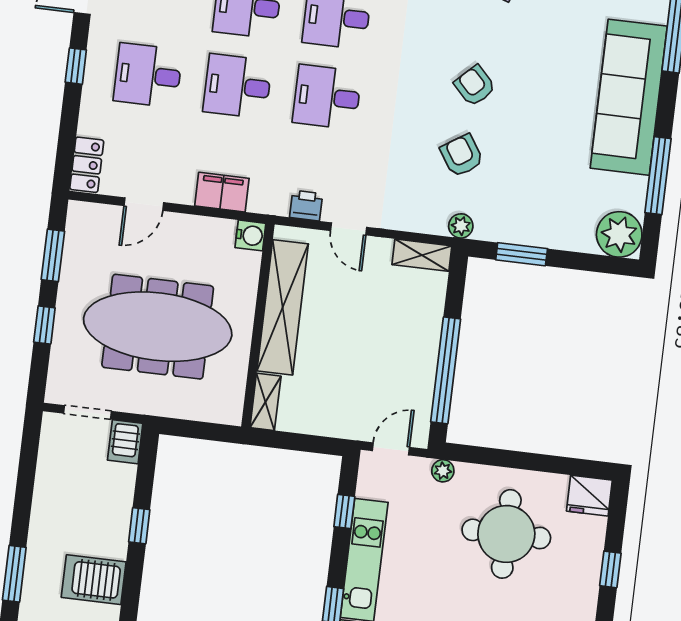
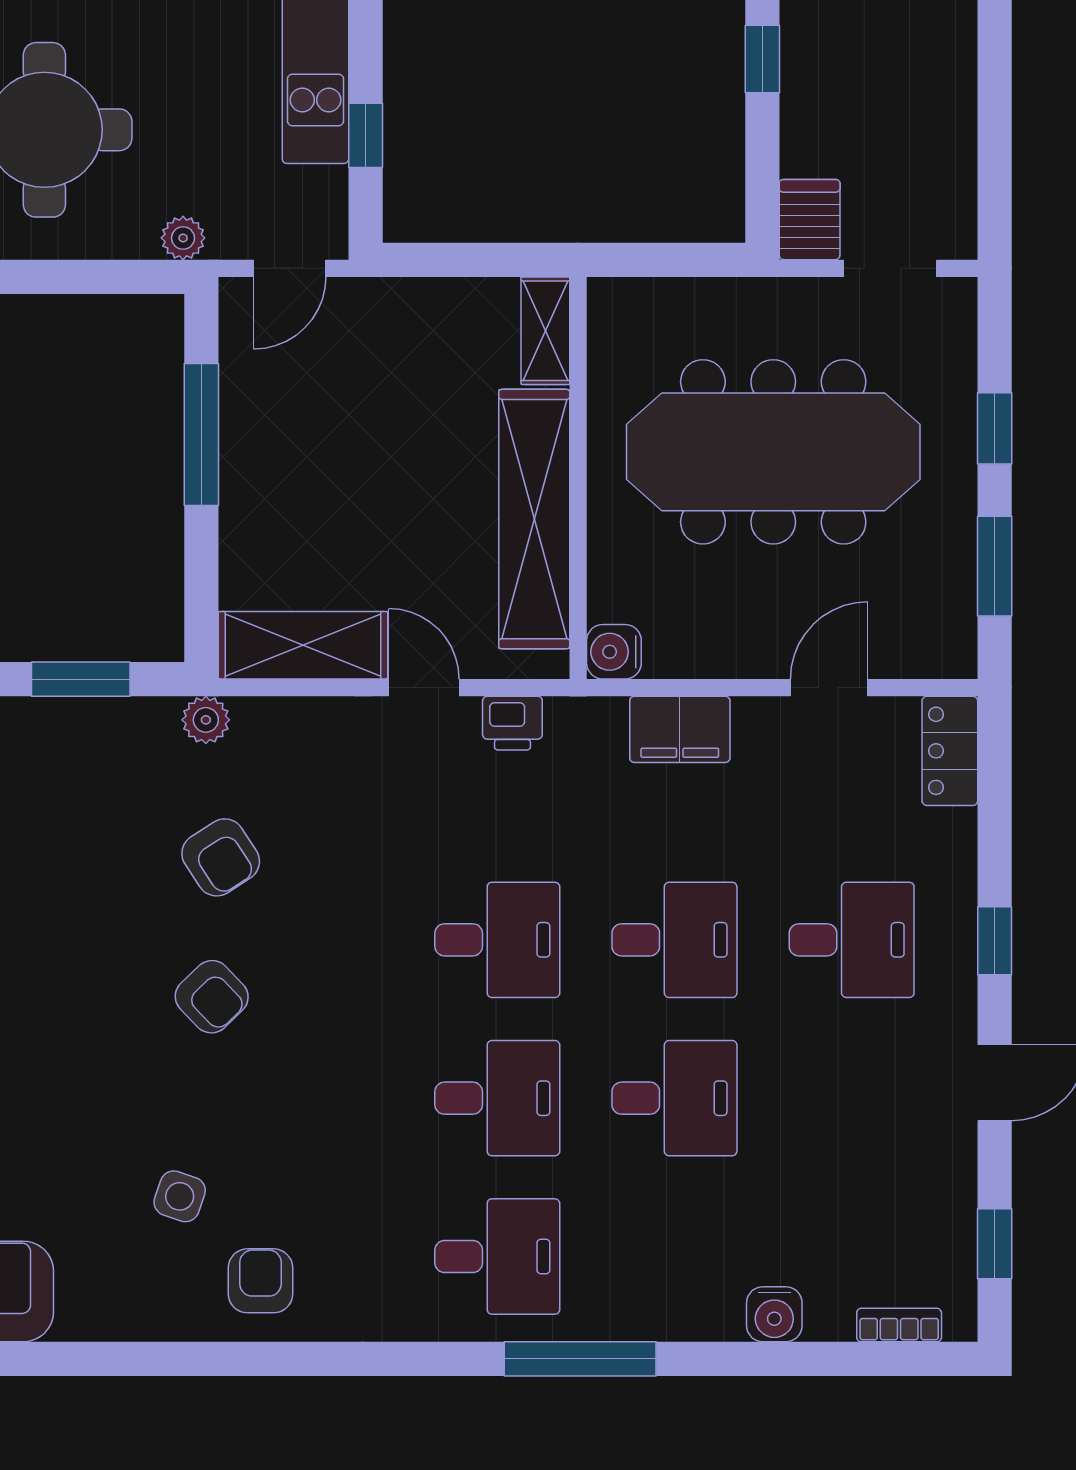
shelving: (422, 255) -> (303, 645), width x1.50, depth x1.33
window: (446, 370) -> (201, 434), width x0.68

